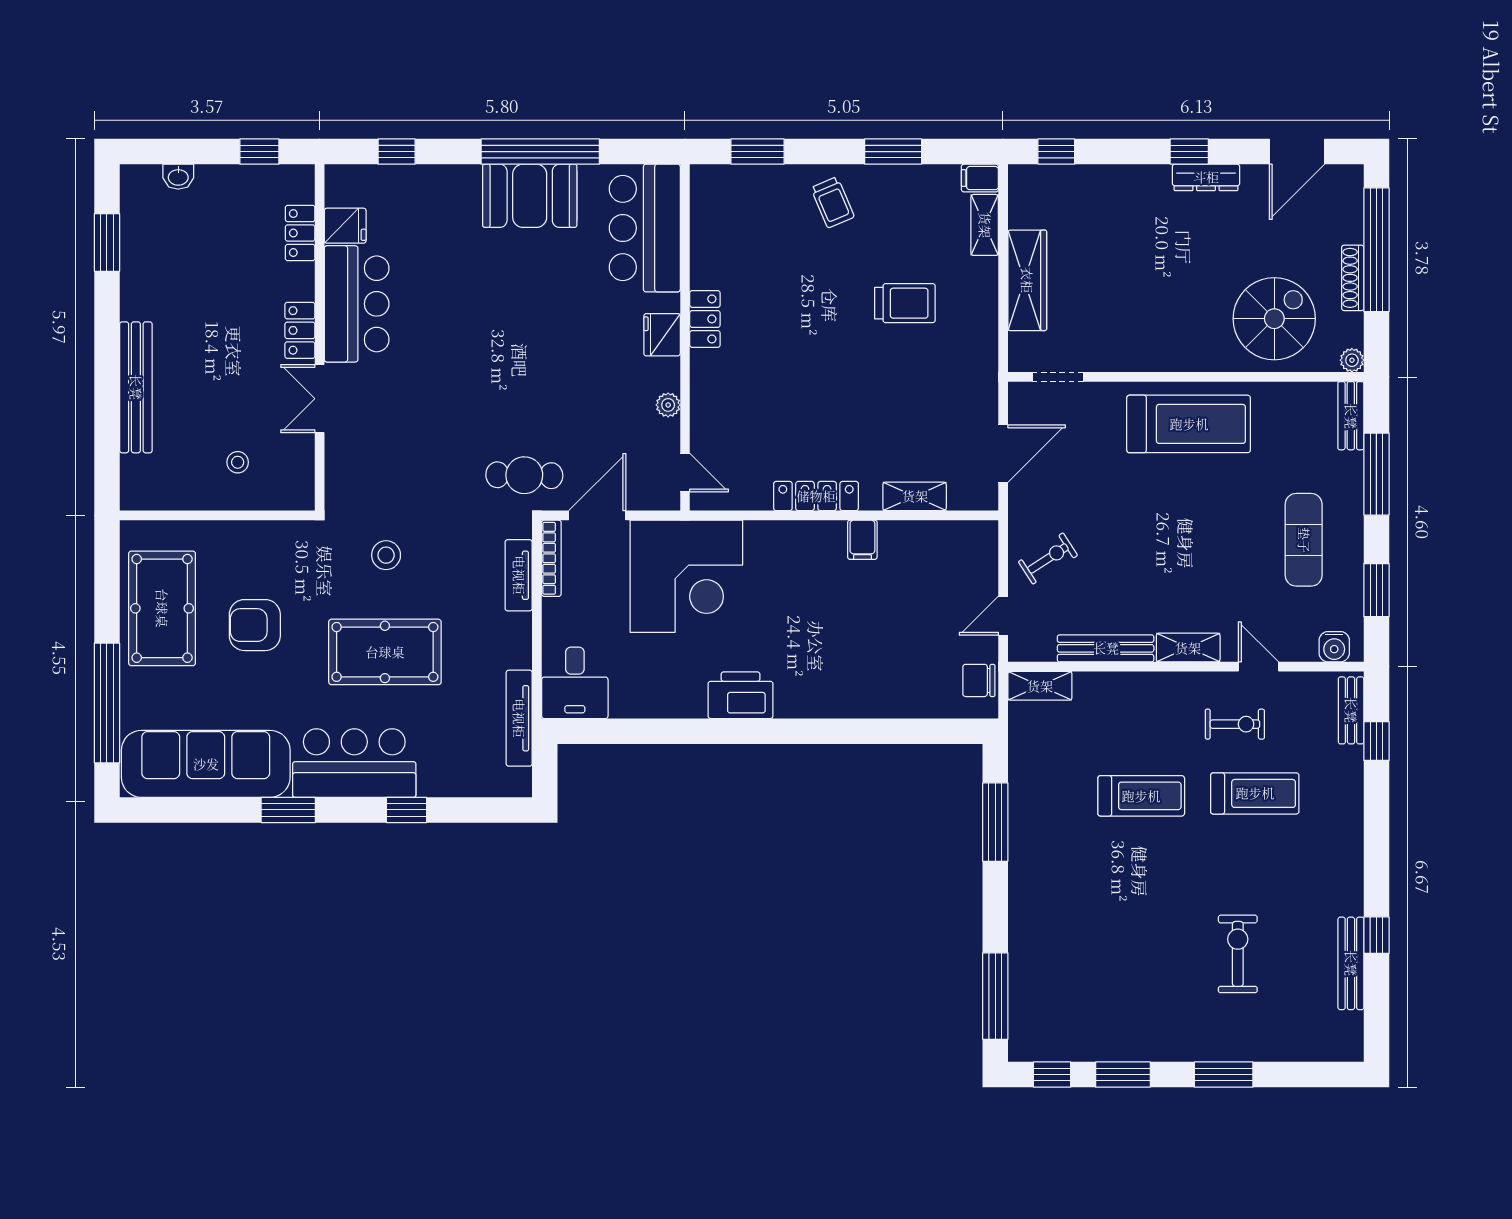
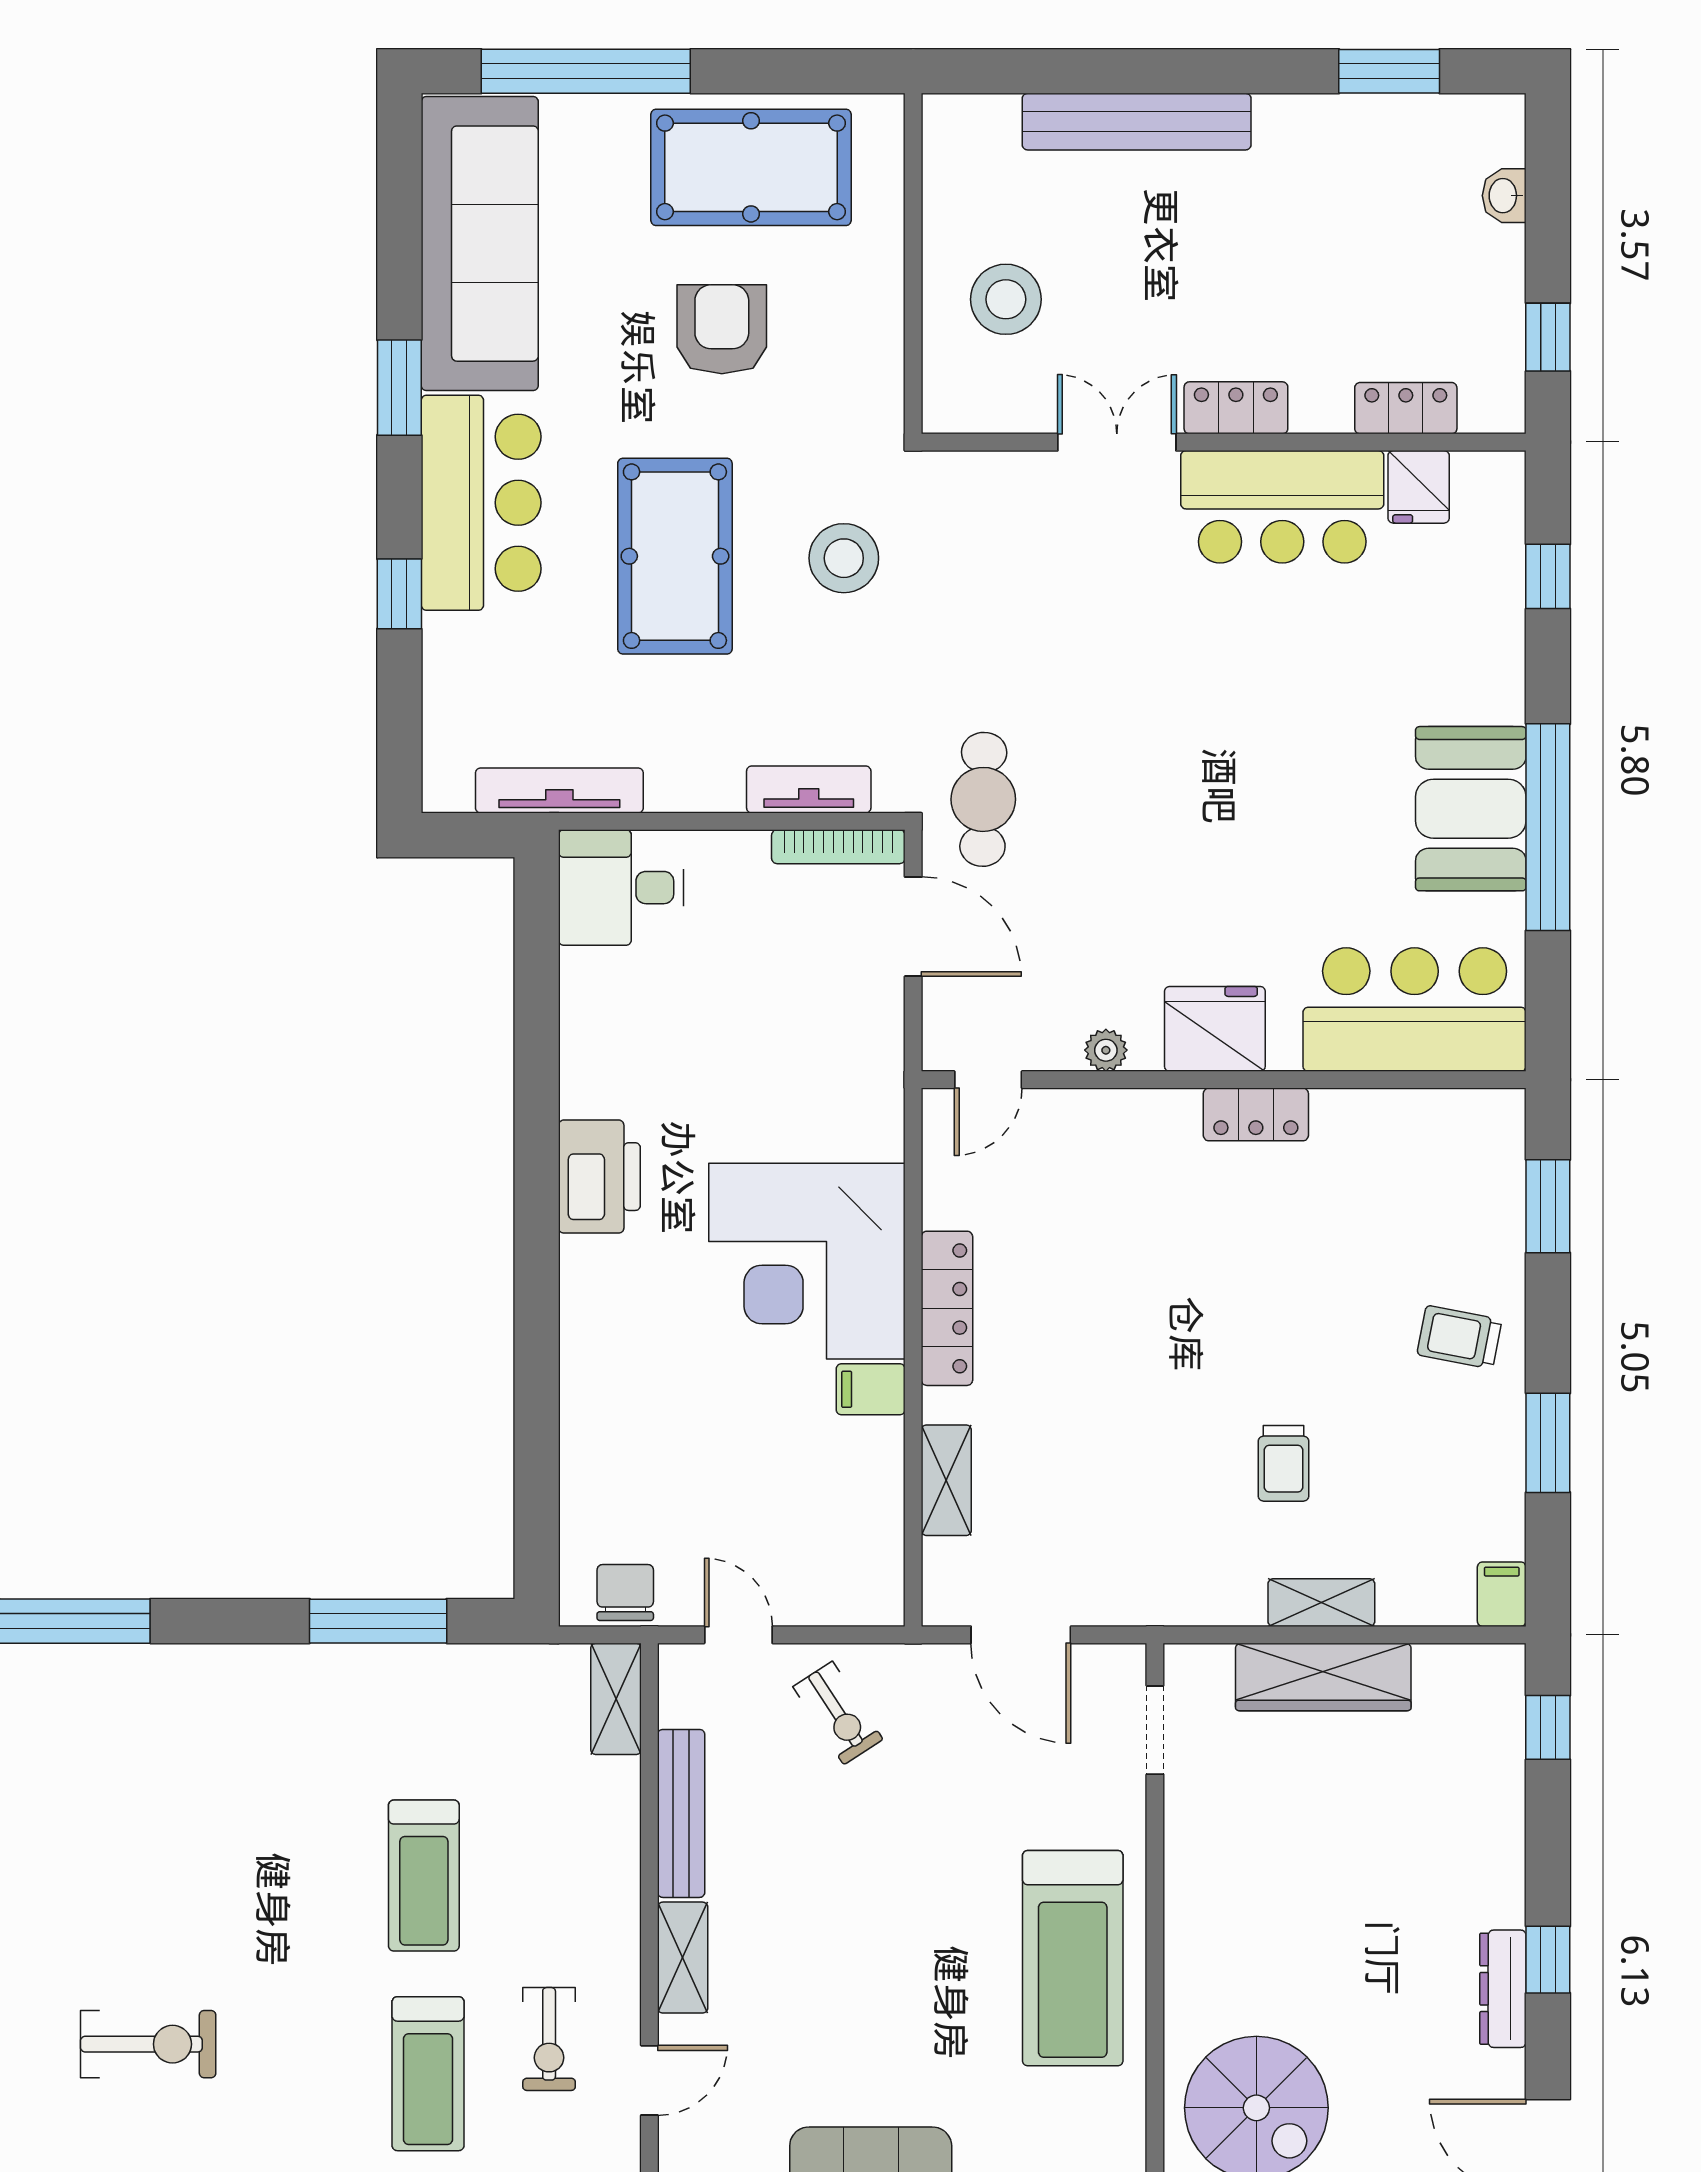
trolley: (833, 202) -> (1459, 1337), turned 34
shelving: (985, 225) -> (1321, 1603), moved
trolley: (905, 303) -> (1284, 1463), width x0.73, depth x0.72
fridge: (662, 335) -> (1215, 1029), width x1.36, depth x1.34
stool: (238, 462) -> (1006, 299), width x1.89, depth x1.89
stool: (386, 555) -> (844, 558), width x1.38, depth x1.38
corner desk: (686, 576) -> (807, 1261), moved

